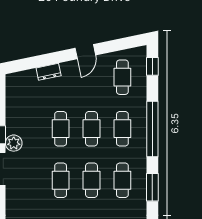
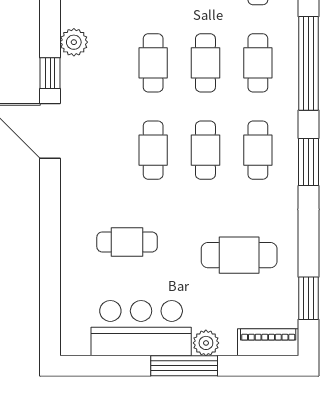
plant: (14, 143) -> (74, 42), moved

